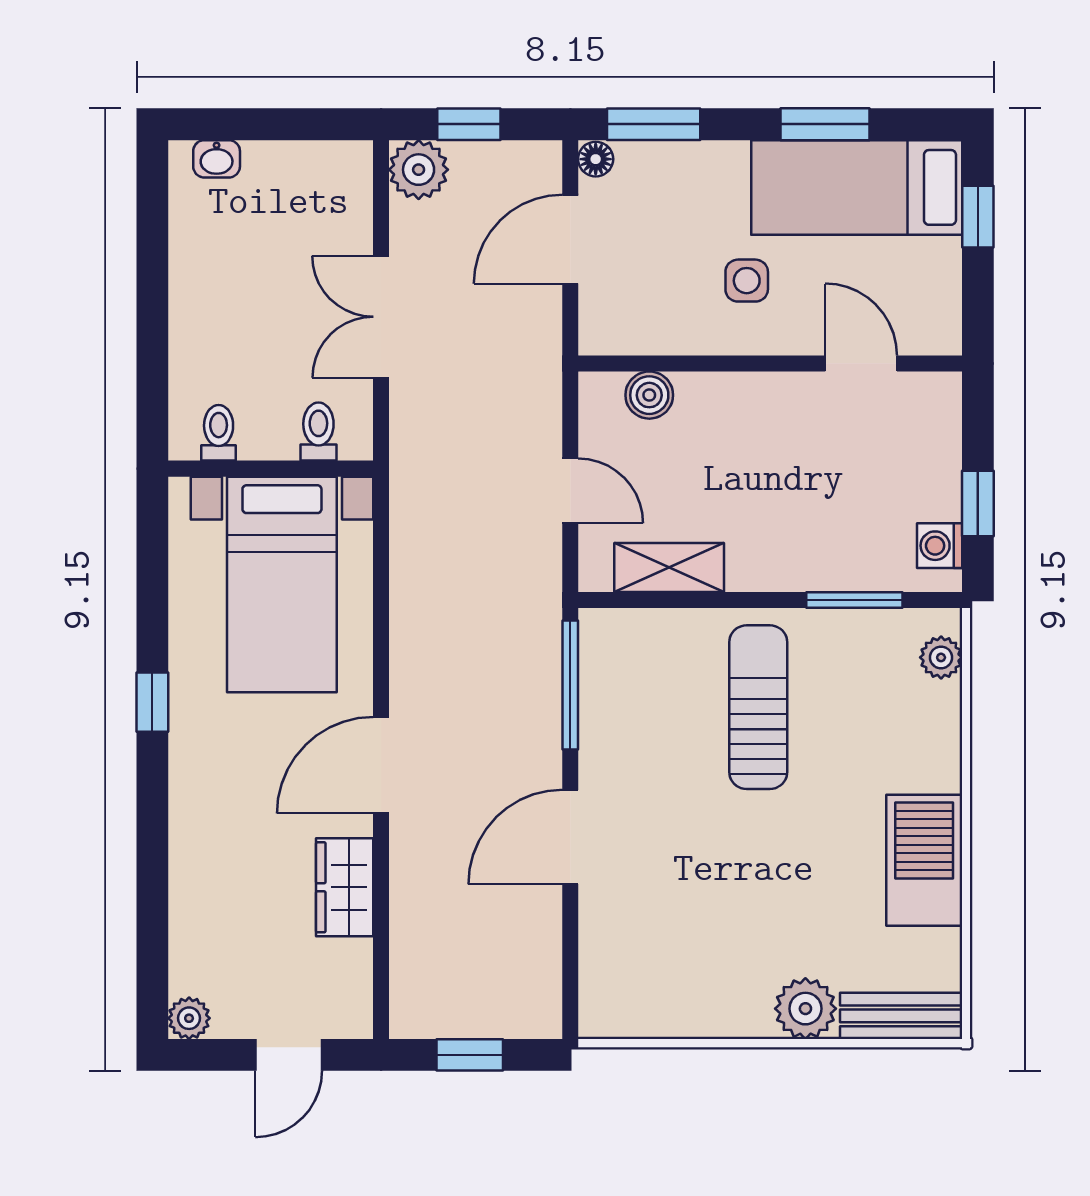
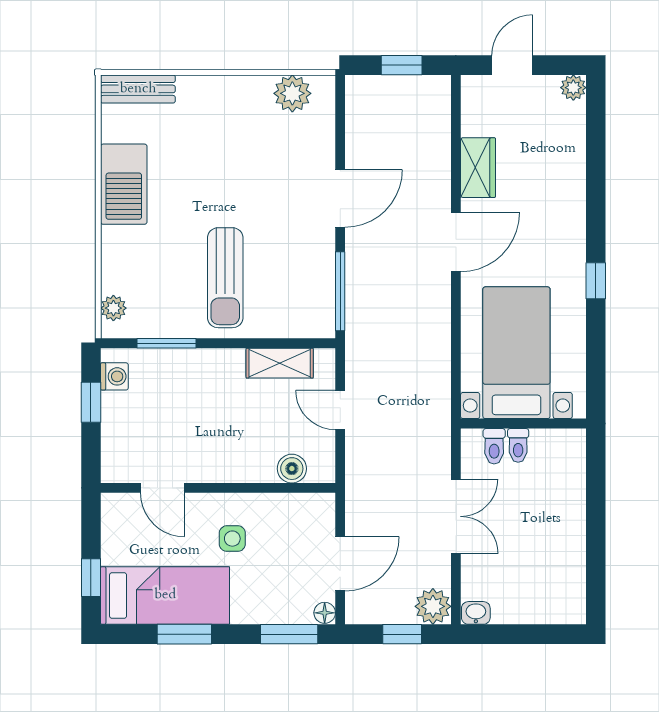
washbasin: (217, 159) -> (476, 613), moved
toilet: (219, 433) -> (518, 445), moved
plant: (805, 1009) -> (292, 93), moved

